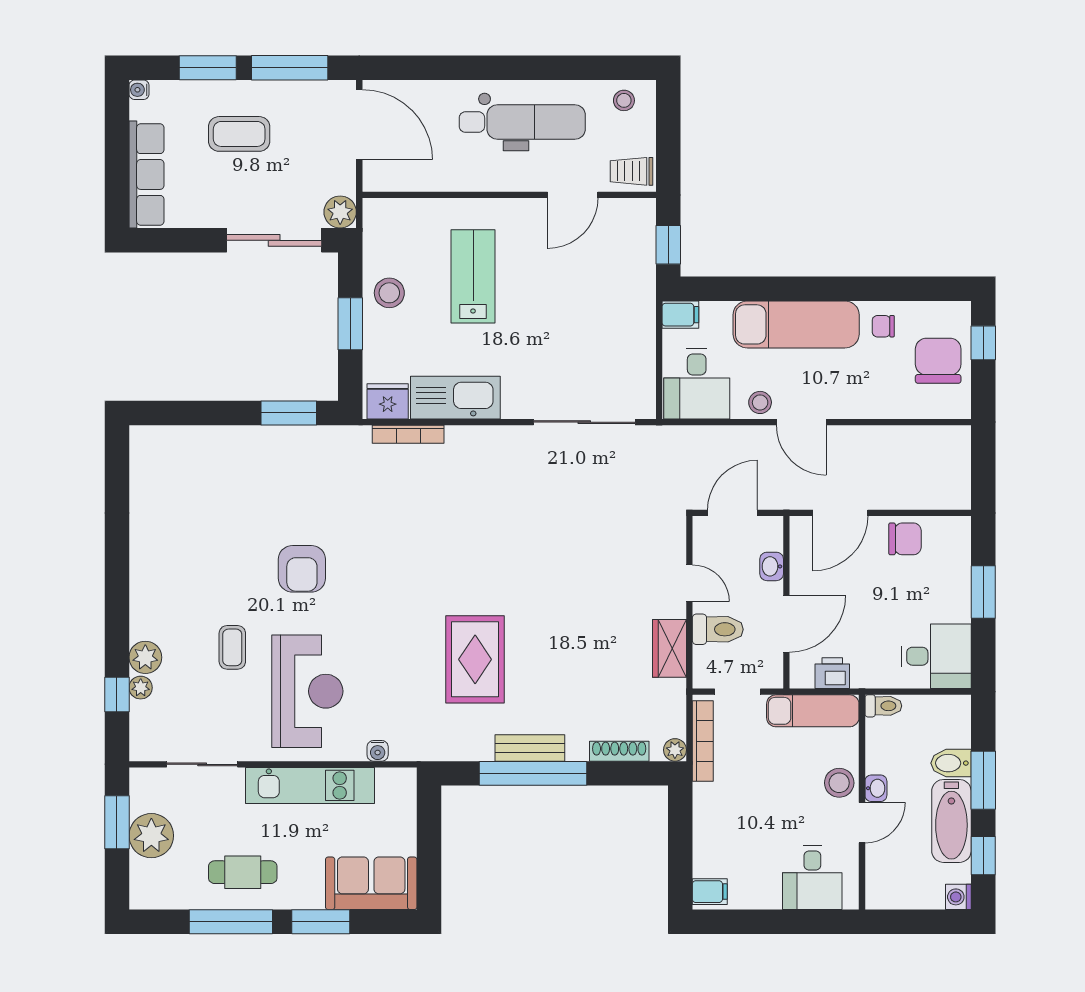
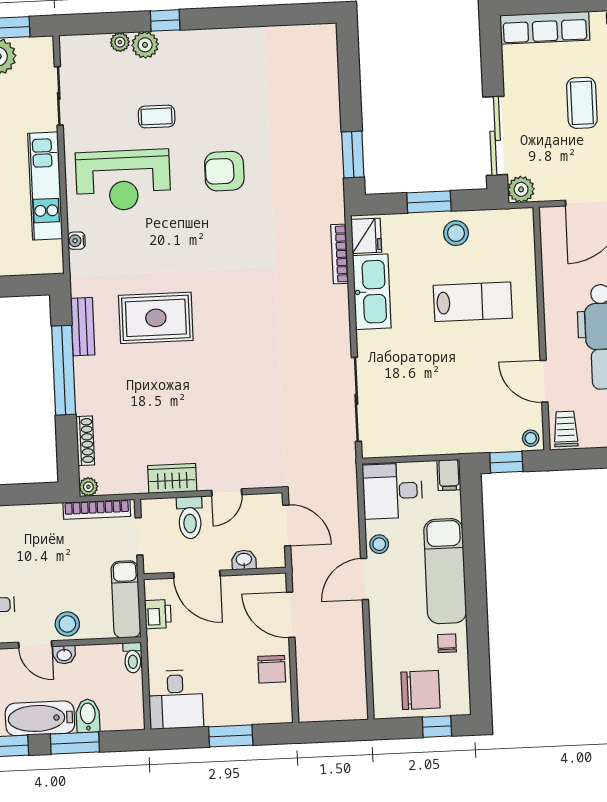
stool: (641, 214) -> (531, 438), added
window: (117, 694) -> (165, 20), moved
bench: (530, 748) -> (83, 327), moved

